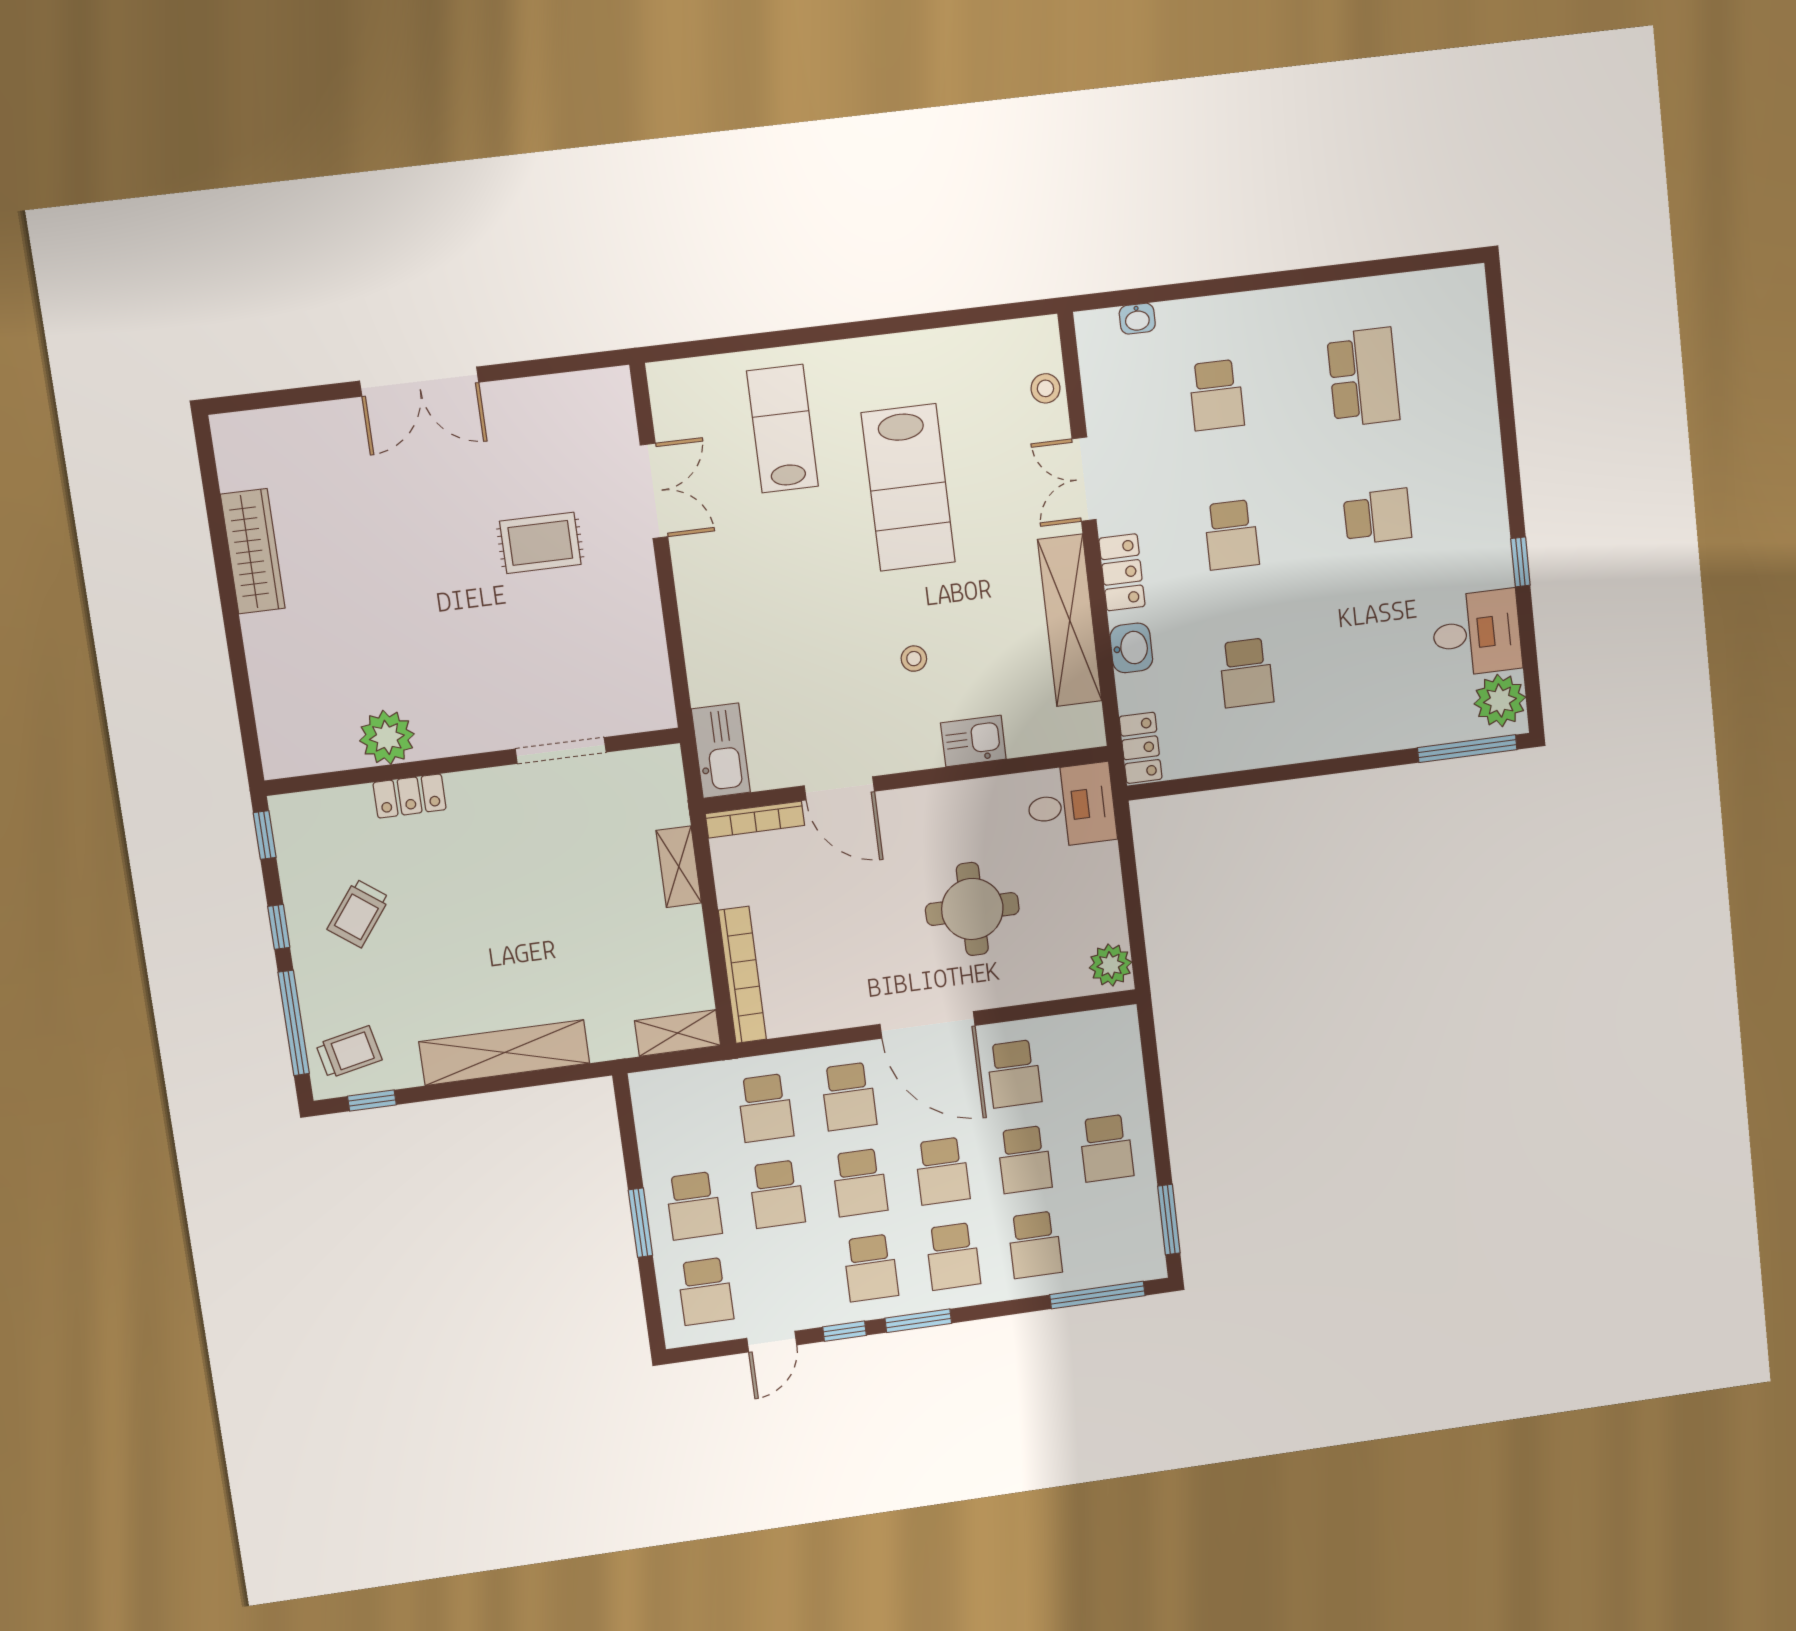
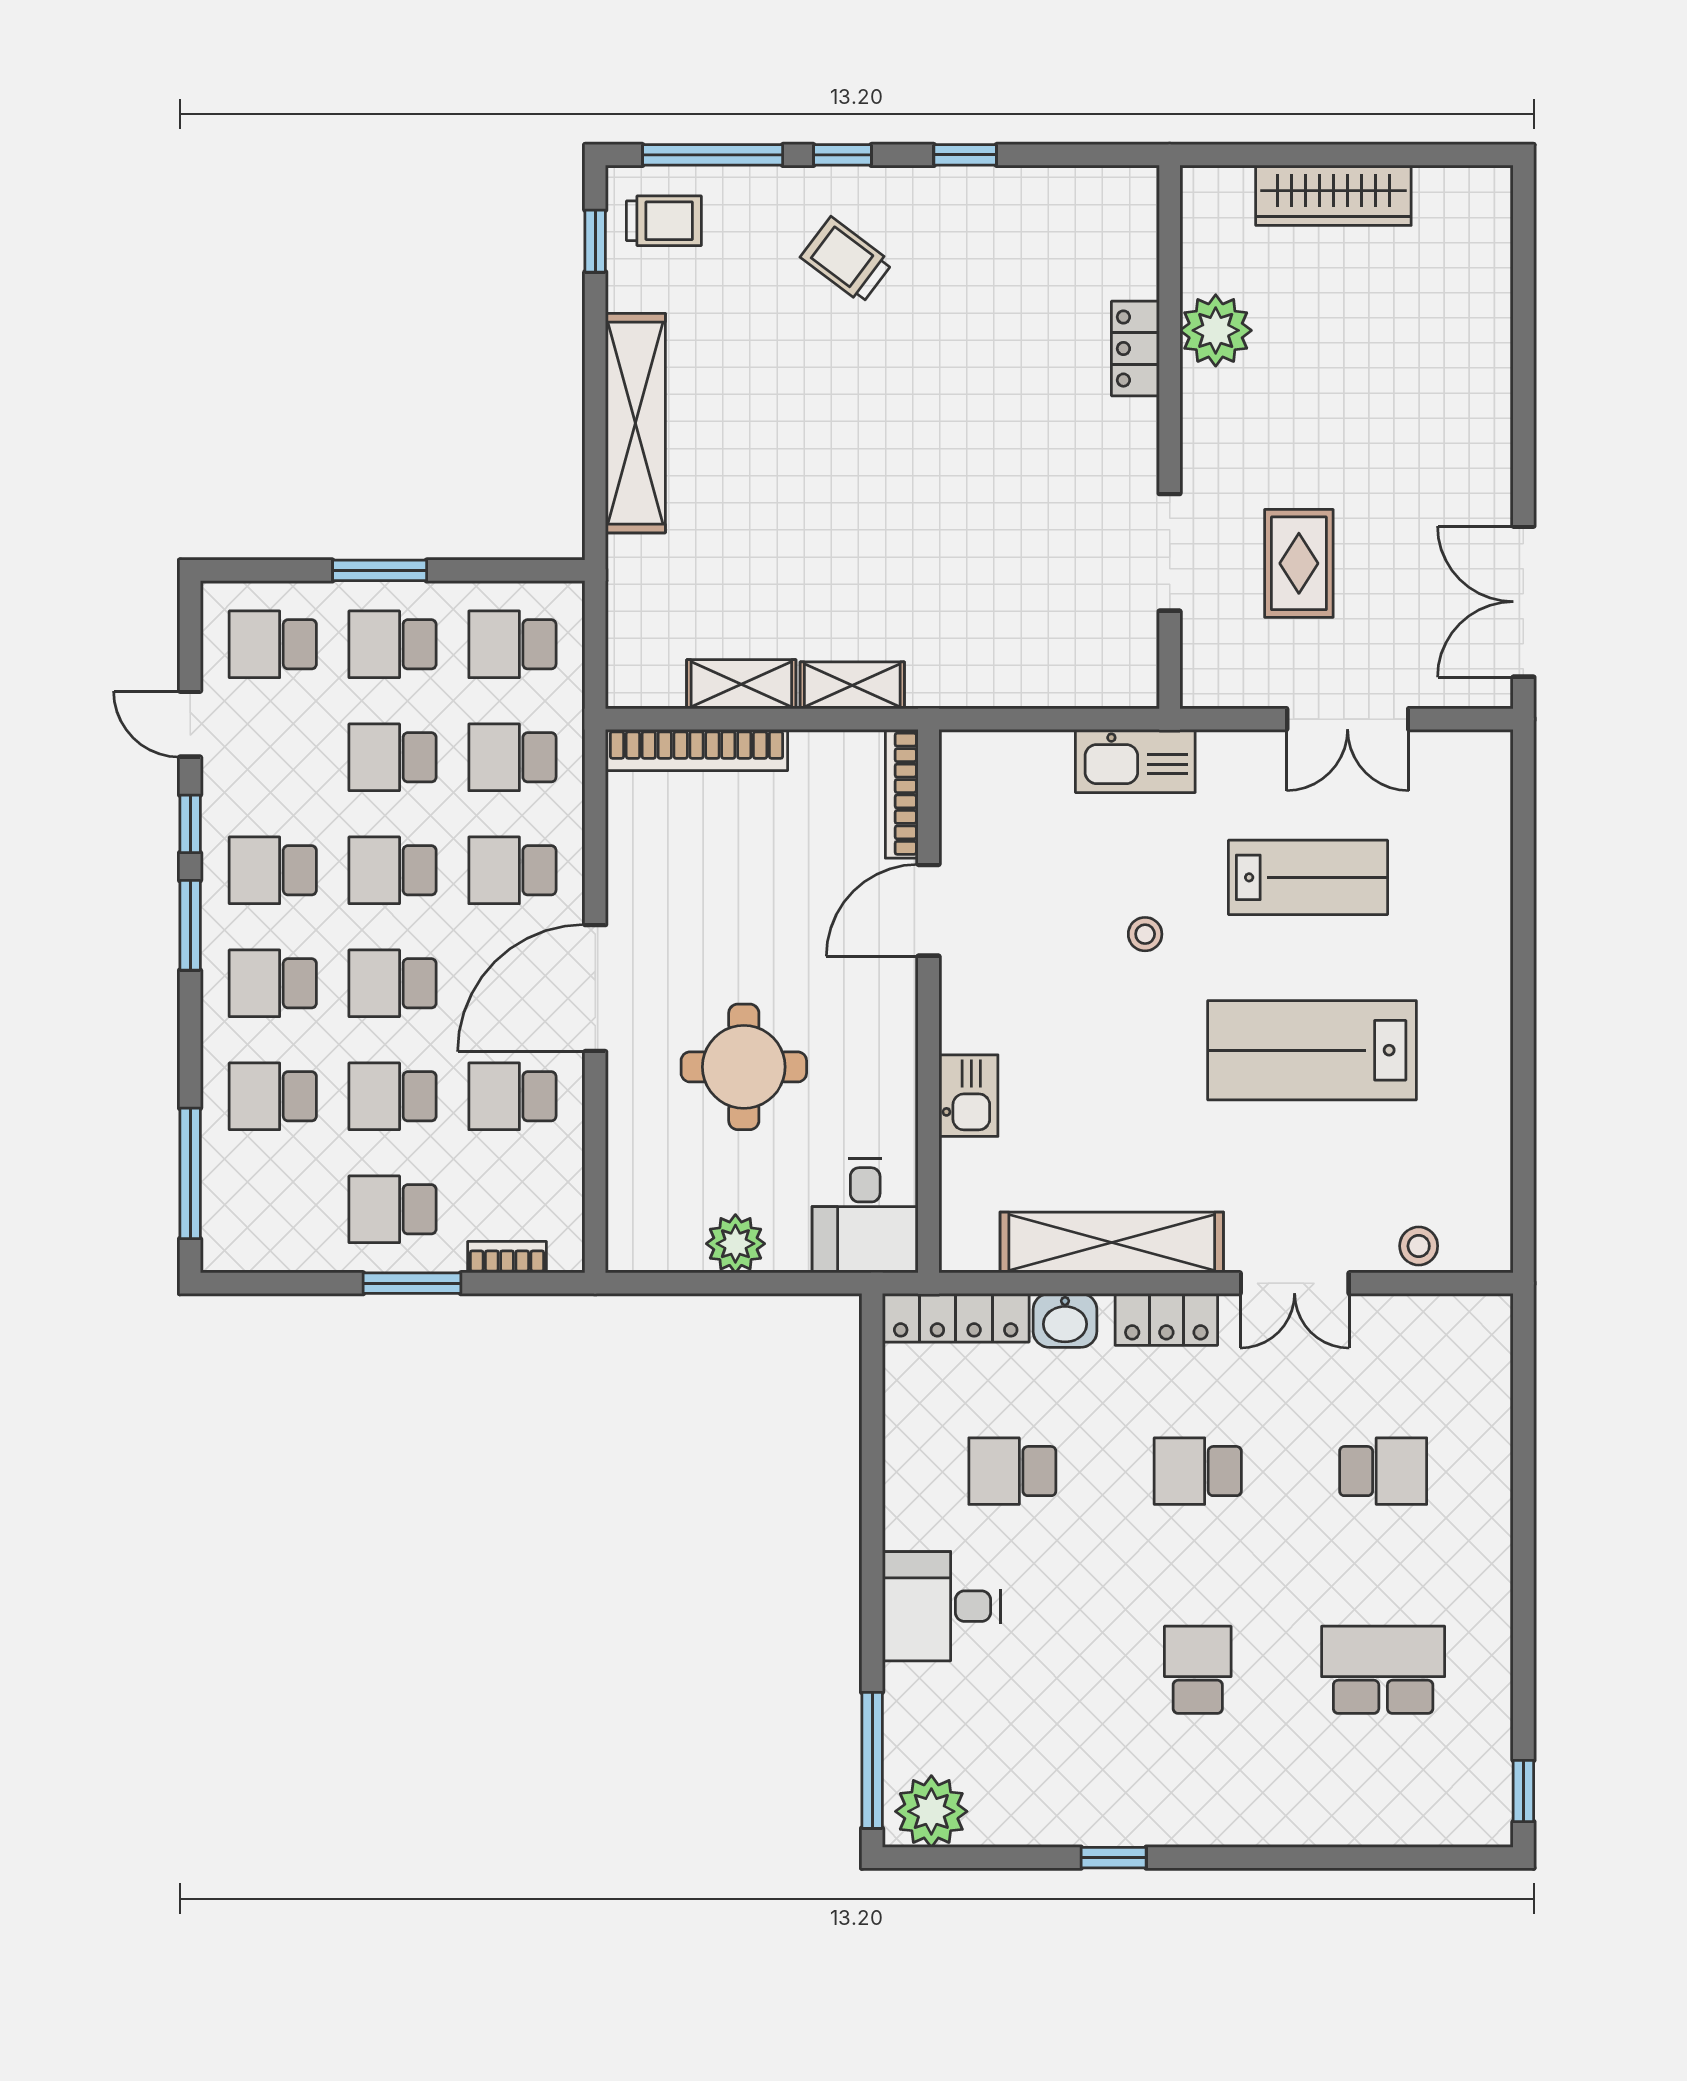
window: (1442, 260) -> (1523, 1791), added
washbasin: (1137, 319) -> (1494, 1377), removed
school desk: (1363, 377) -> (1383, 1670), turned 180
double door: (419, 382) -> (1523, 602), moved
school desk: (1216, 395) -> (1383, 1471), turned 180
lab bench: (782, 429) -> (1308, 877), moved
double door: (1084, 479) -> (1295, 1283), swing flipped
school desk: (1377, 517) -> (1198, 1670), turned 180
desk: (1477, 633) -> (941, 1606), moved, turned 90
stool: (914, 659) -> (1145, 934), moved
plant: (387, 737) -> (1216, 330), moved
locker: (1141, 748) -> (956, 1318), width x1.53
doorway: (561, 750) -> (1170, 552), moved
kitchen sink: (721, 751) -> (1135, 761), moved
wall: (473, 762) -> (1170, 437), moved
locker: (410, 796) -> (1135, 349), moved
plant: (1110, 965) -> (735, 1244), moved
shelving: (678, 1033) -> (741, 684), moved, turned 90
trolley: (349, 1052) -> (664, 221), turned -78
bookcase: (1132, 1062) -> (507, 1257), added
school desk: (682, 1119) -> (512, 644), added
window: (1169, 1220) -> (412, 1283), moved

